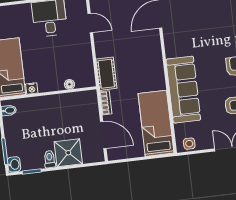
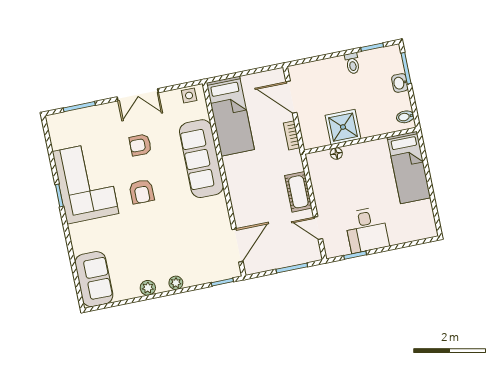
cot: (106, 74) -> (298, 192), moved
nightstand: (32, 88) -> (380, 145), removed
shower: (68, 153) -> (343, 127), moved
washbasin: (14, 164) -> (400, 83), moved

